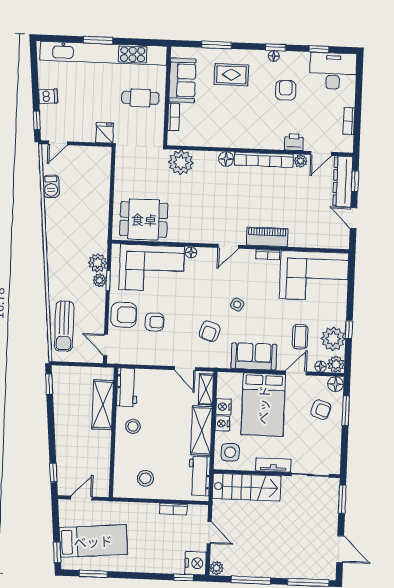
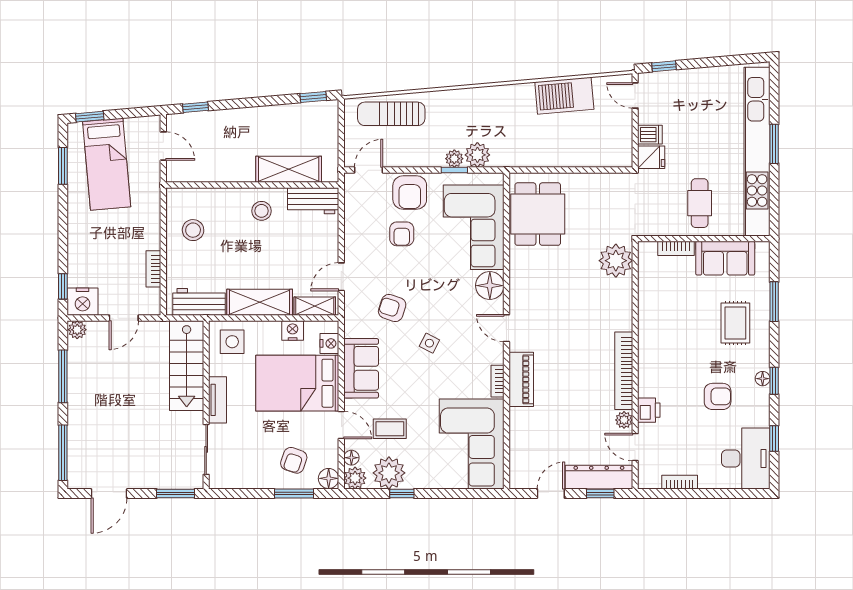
dishwasher: (48, 96) -> (650, 135), moved, turned -85
floor lamp: (226, 159) -> (623, 321), removed
barbecue: (51, 186) -> (564, 96), width x1.88, depth x1.53
floor lamp: (191, 252) -> (490, 286), width x1.89, depth x1.89
nightstand: (222, 424) -> (329, 343), moved, turned 90

